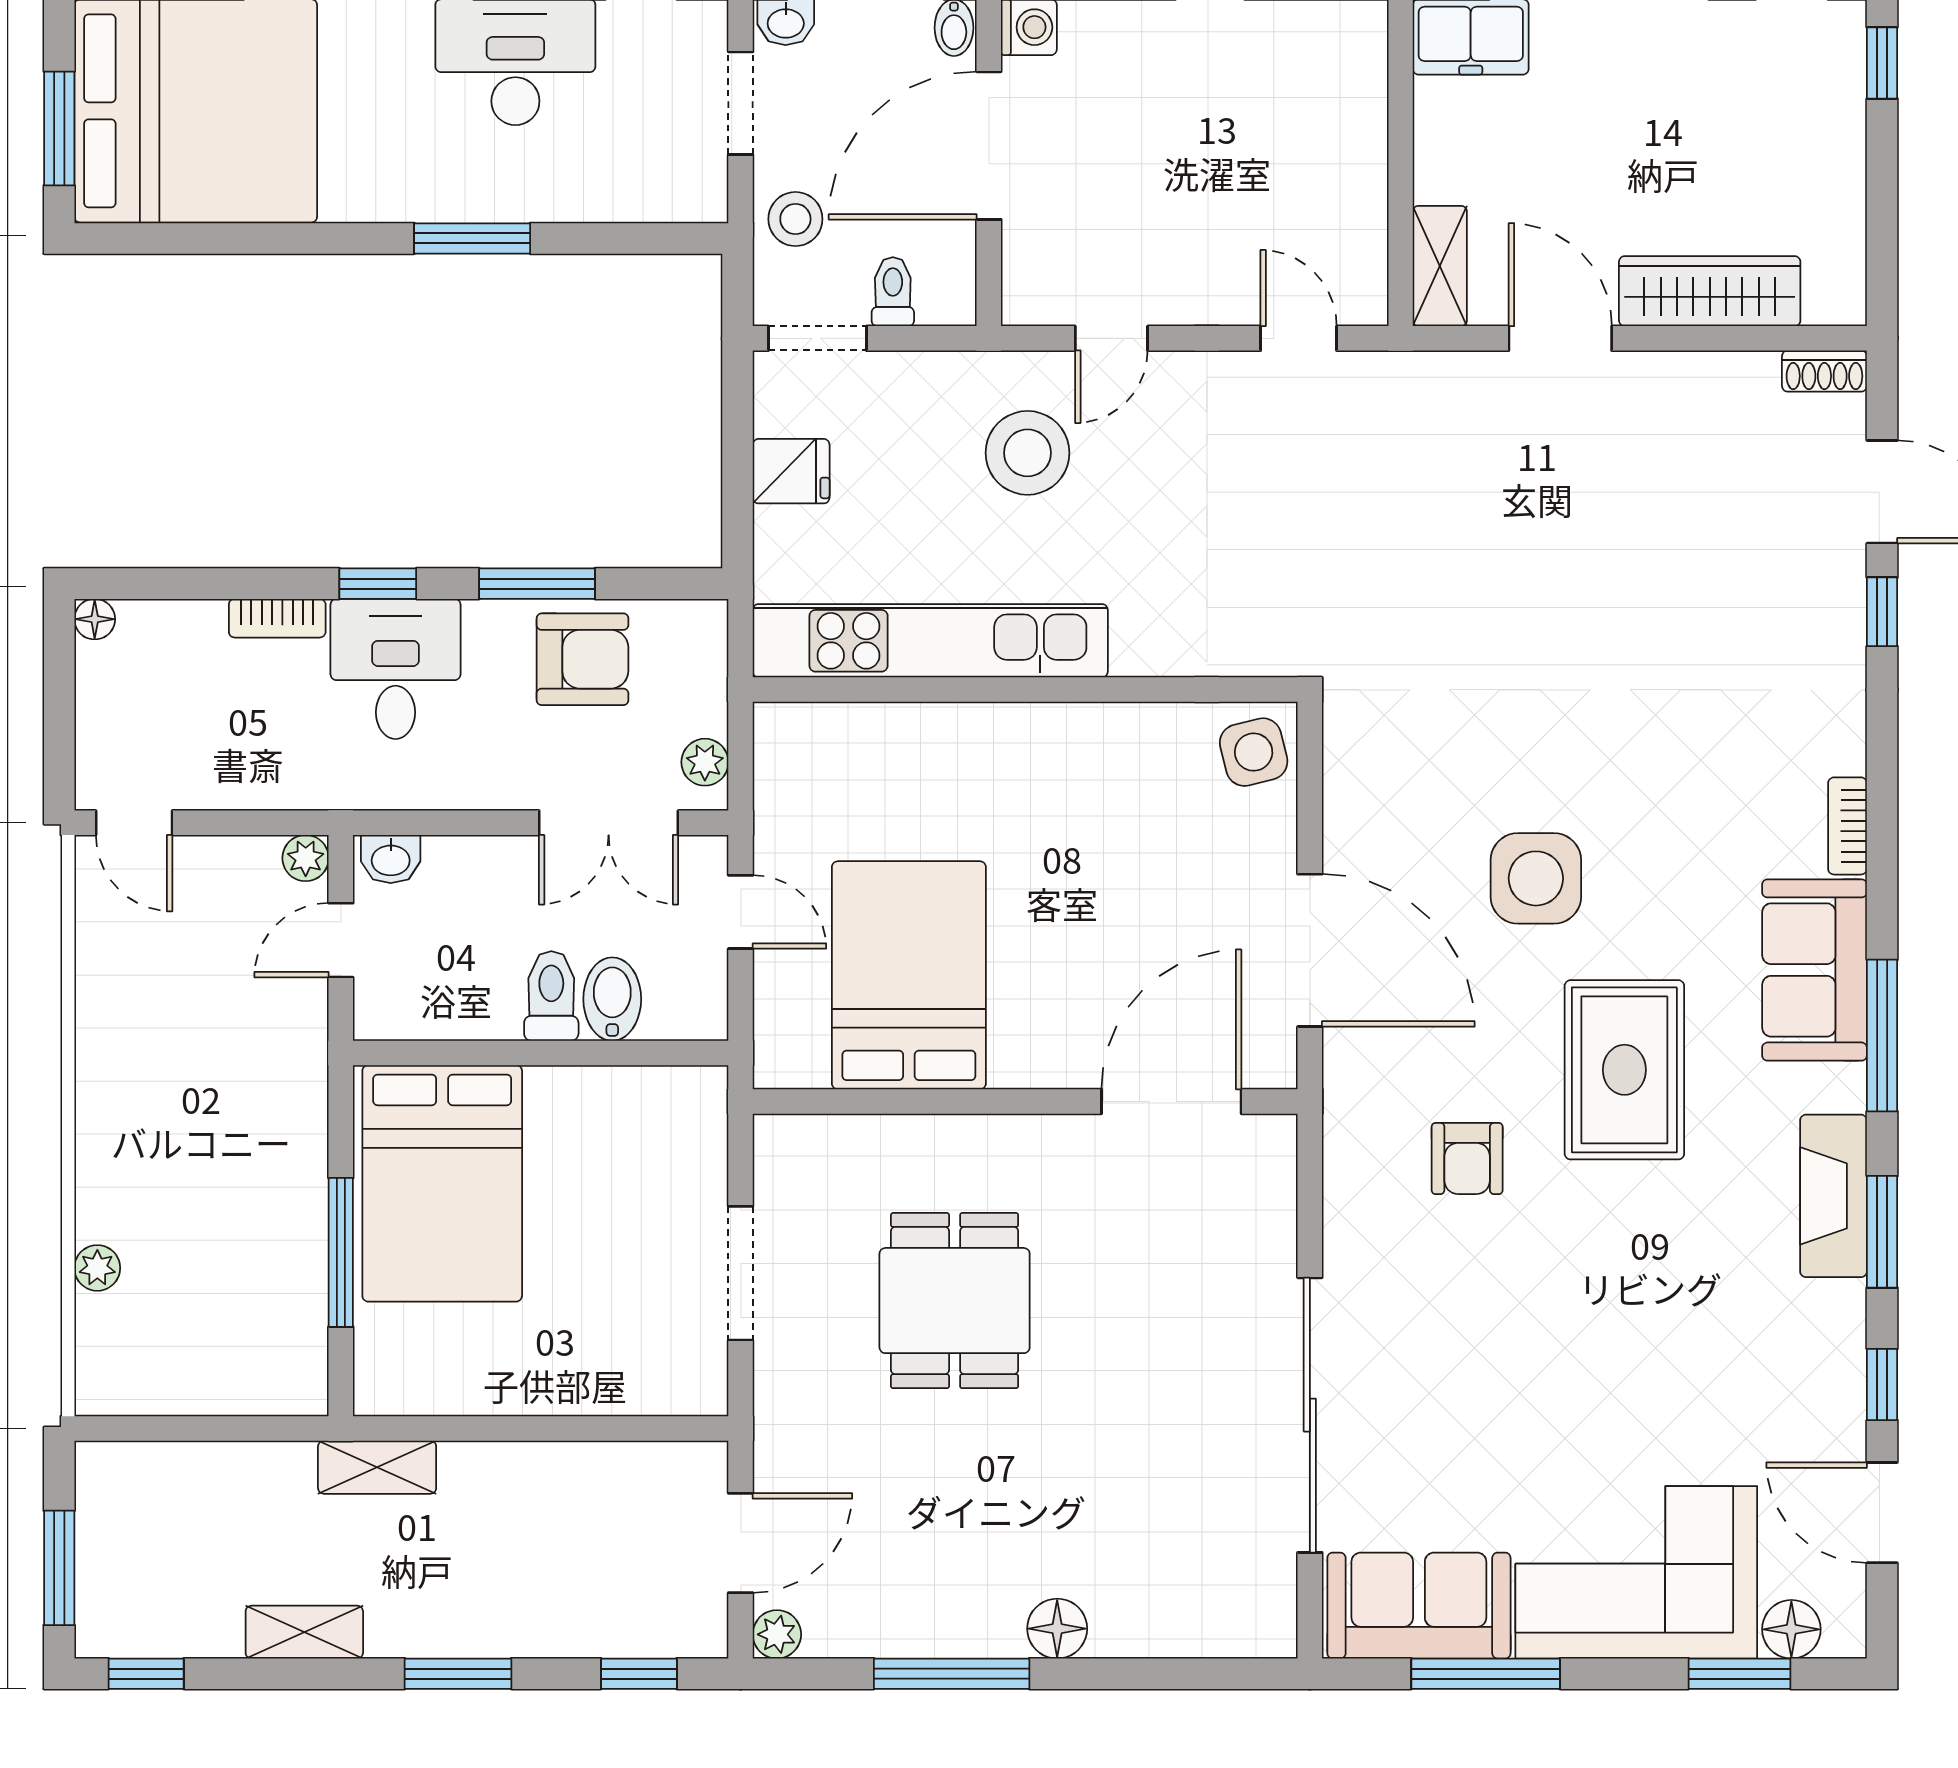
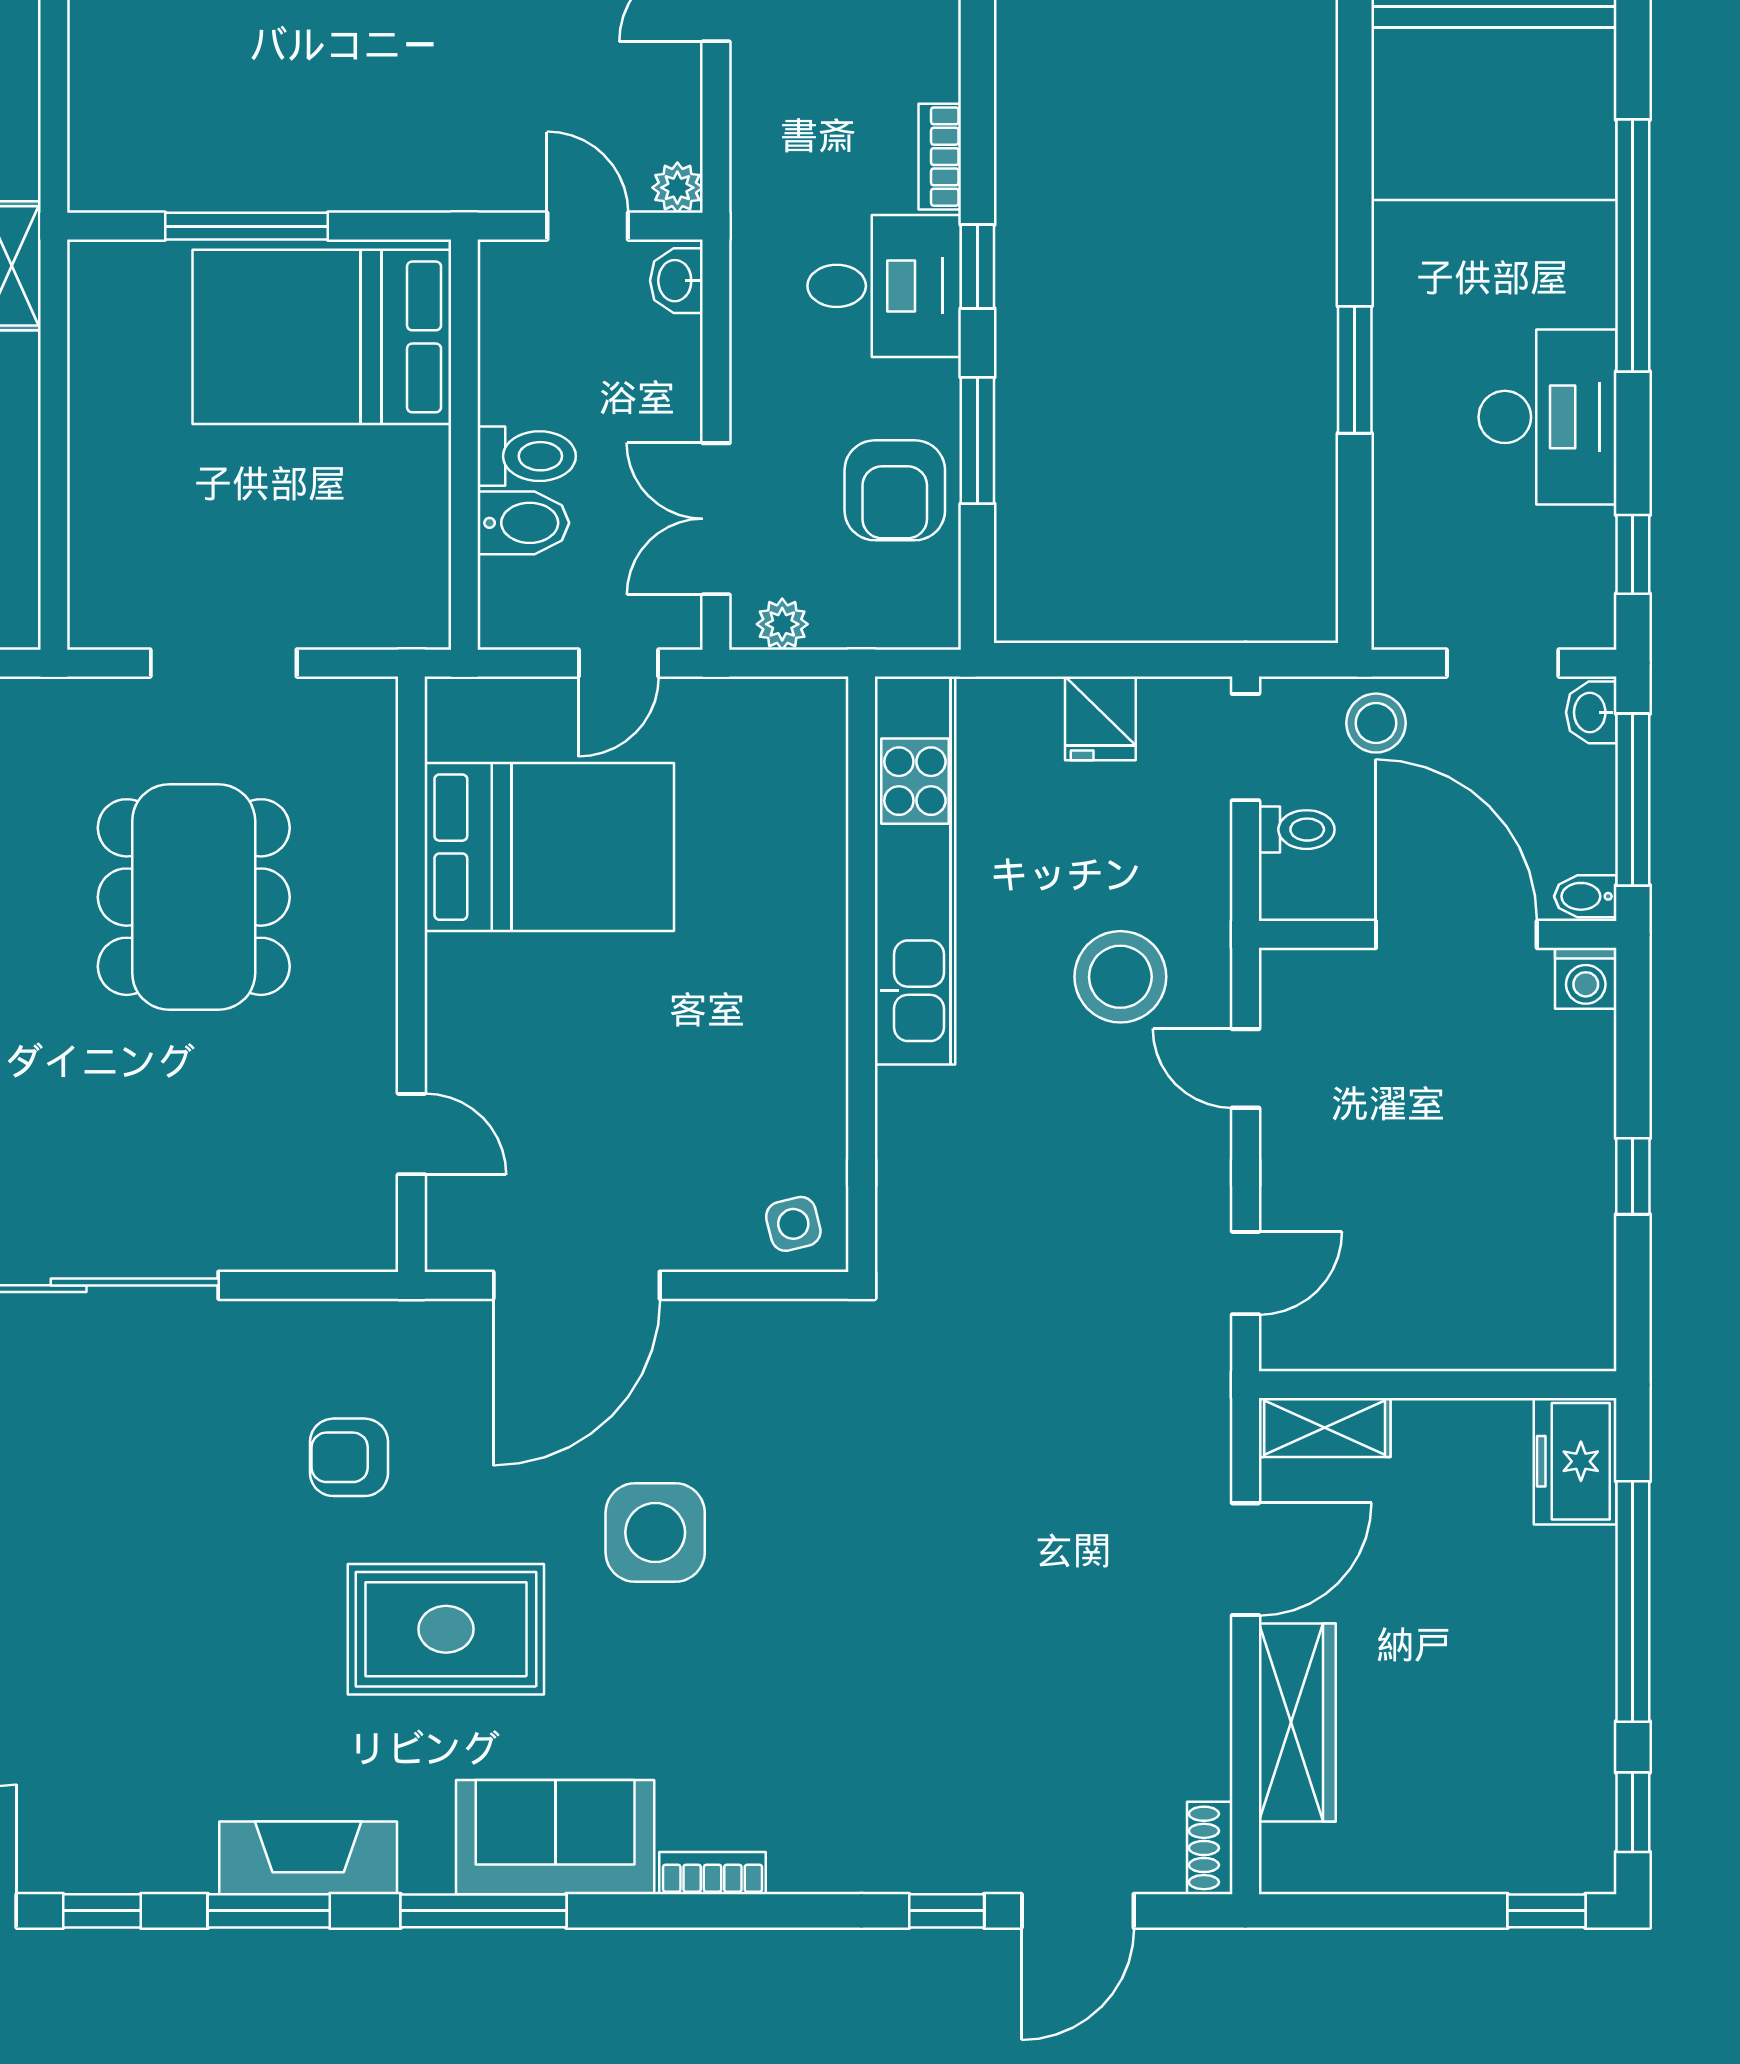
side table: (1254, 752) -> (793, 1224), width x0.73, depth x0.73
door: (1171, 1101) -> (411, 1134), width x0.53
dining table: (955, 1301) -> (194, 897), width x1.38

